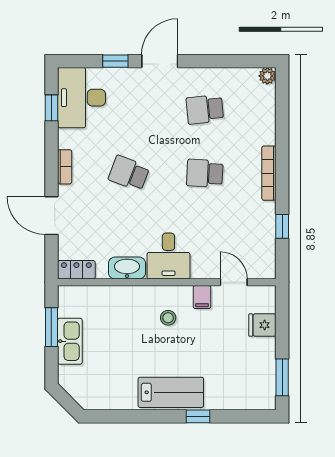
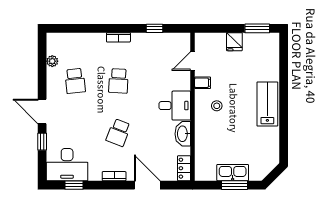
plant: (267, 76) -> (52, 61), moved
bookcase: (269, 173) -> (118, 37), width x0.64
door: (51, 216) -> (147, 185), swing flipped
fridge: (262, 325) -> (234, 42), moved
window: (51, 327) -> (234, 185), moved
window: (198, 416) -> (284, 85), removed

